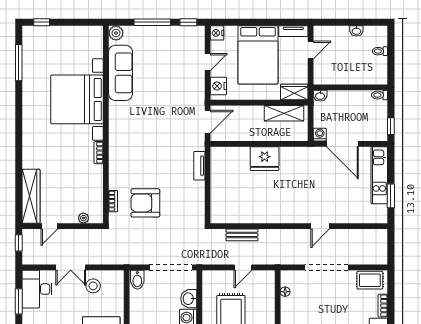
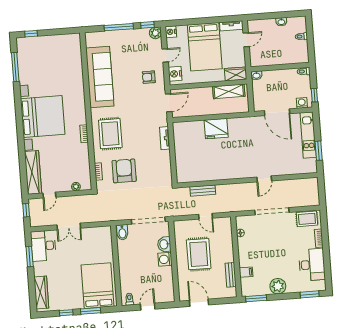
plant: (116, 33) -> (155, 33), moved
sofa: (121, 73) -> (100, 77), width x1.36, depth x1.27
armchair: (185, 88) -> (149, 77), added
bed with nightstands: (77, 99) -> (43, 117), moved, turned 180
washing machine: (320, 135) -> (302, 103), moved
rug: (131, 155) -> (110, 134), added
armchair: (145, 203) -> (124, 171), turned 90
door: (243, 267) -> (206, 216), hinge flipped
stool: (93, 286) -> (88, 240), removed

